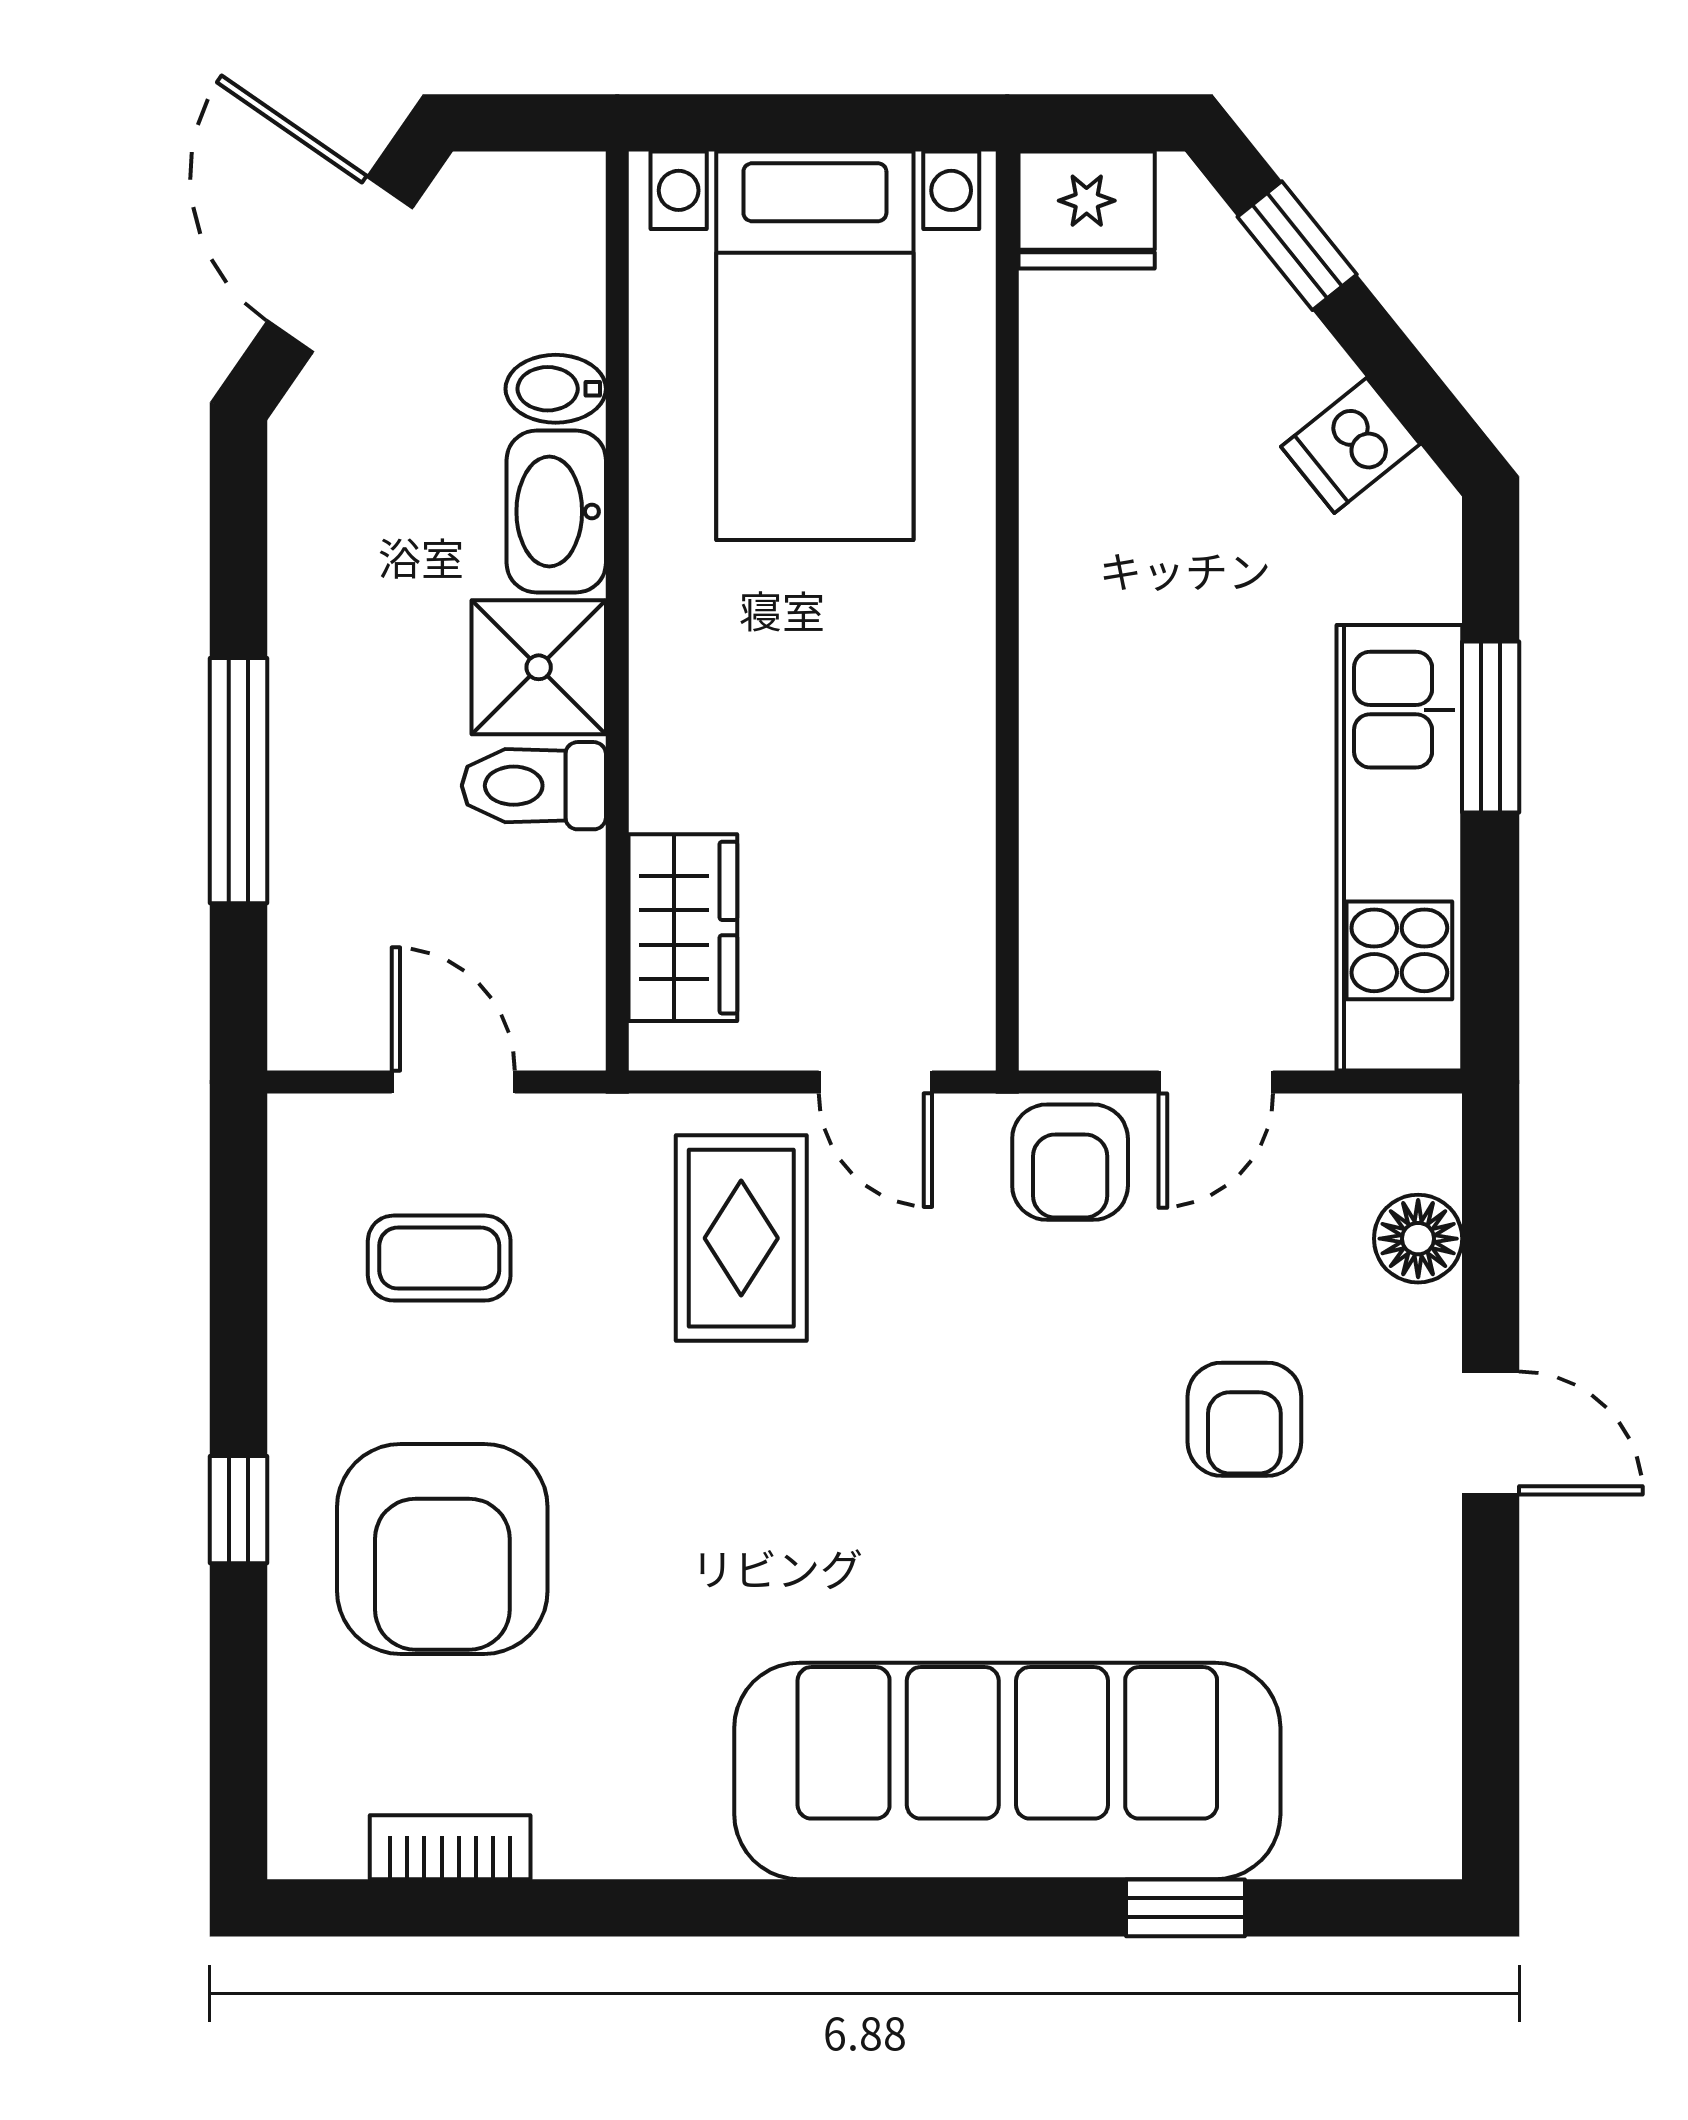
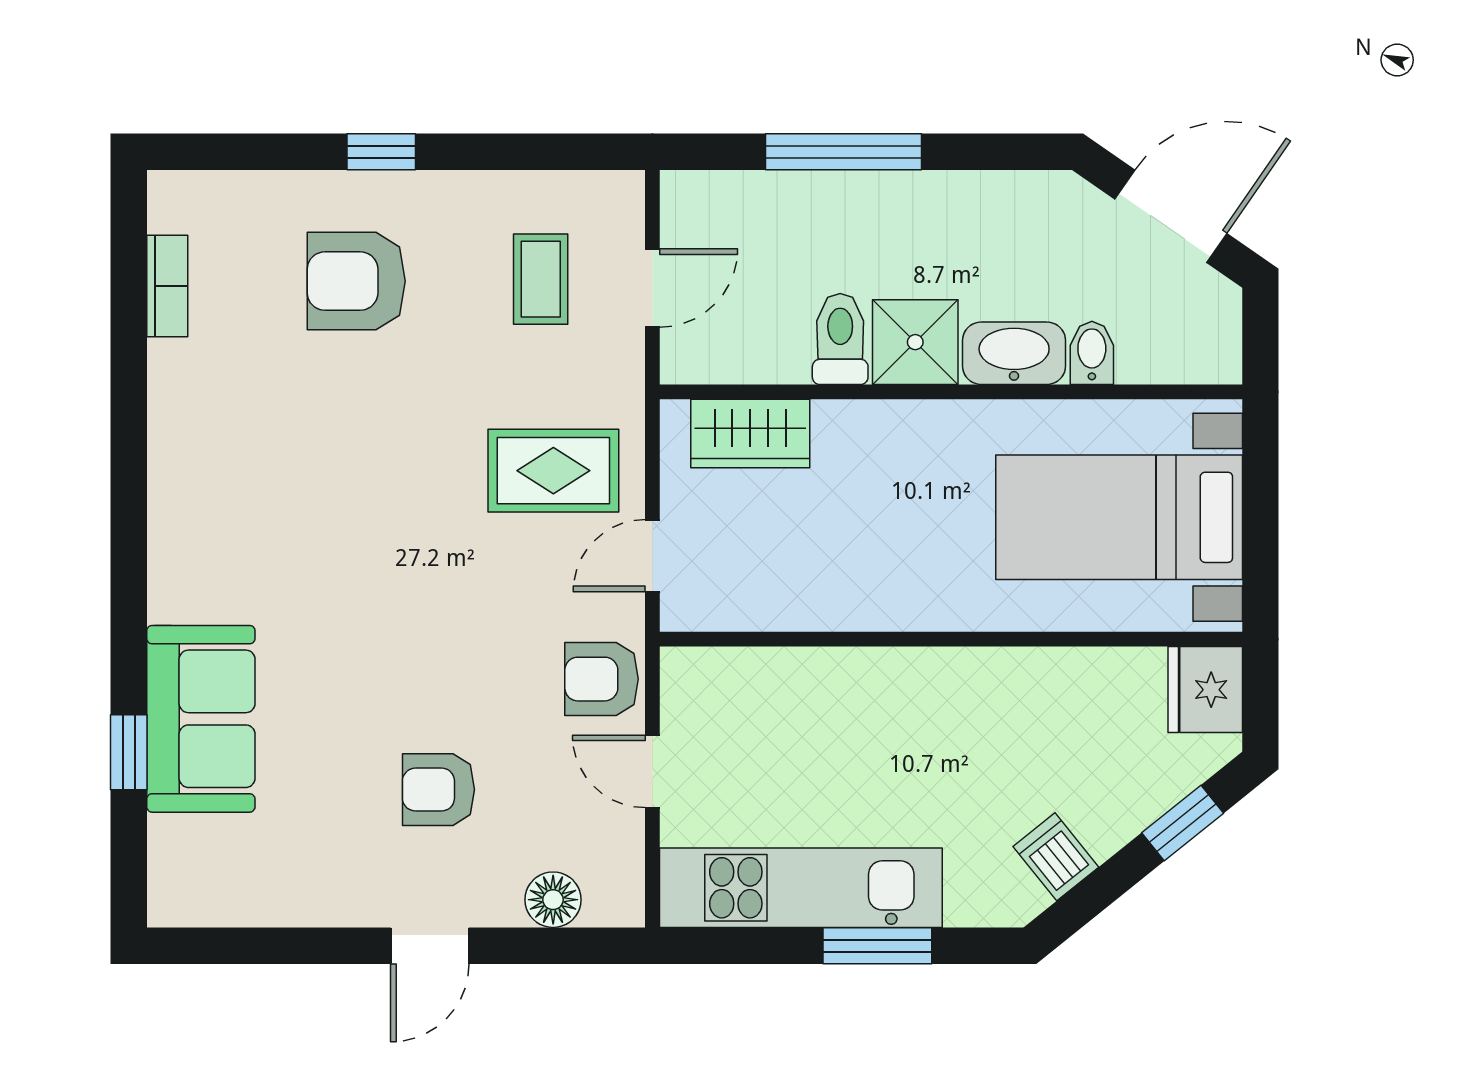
armchair: (442, 1549) -> (356, 281), width x0.73, depth x0.73
sofa: (1007, 1771) -> (201, 719), width x0.54, depth x0.79

